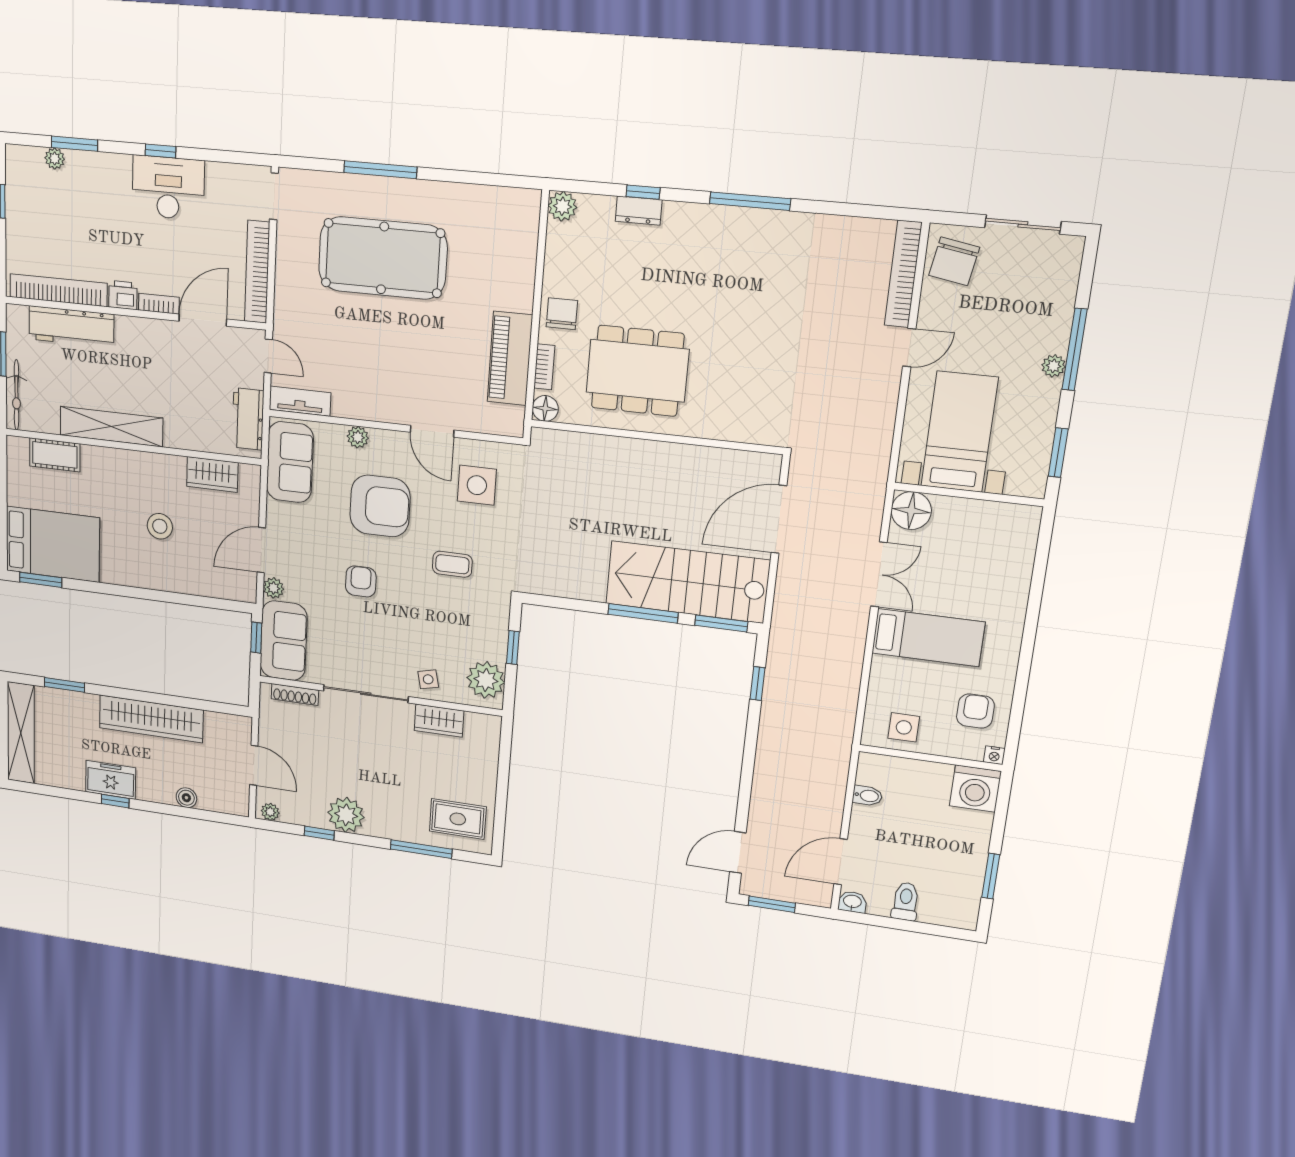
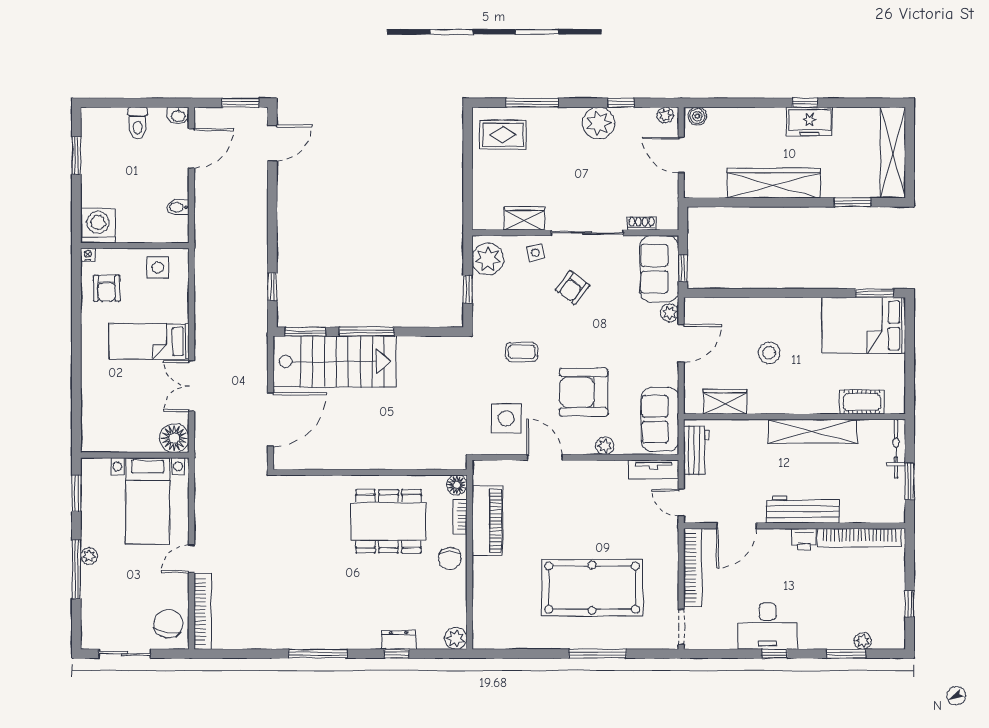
bookcase: (159, 304) -> (774, 535), removed
workbench: (71, 327) -> (803, 509), moved
armchair: (361, 581) -> (572, 288), moved, turned 37
shoe rack: (295, 695) -> (642, 223), width x0.70
boiler: (186, 798) -> (697, 116), moved

